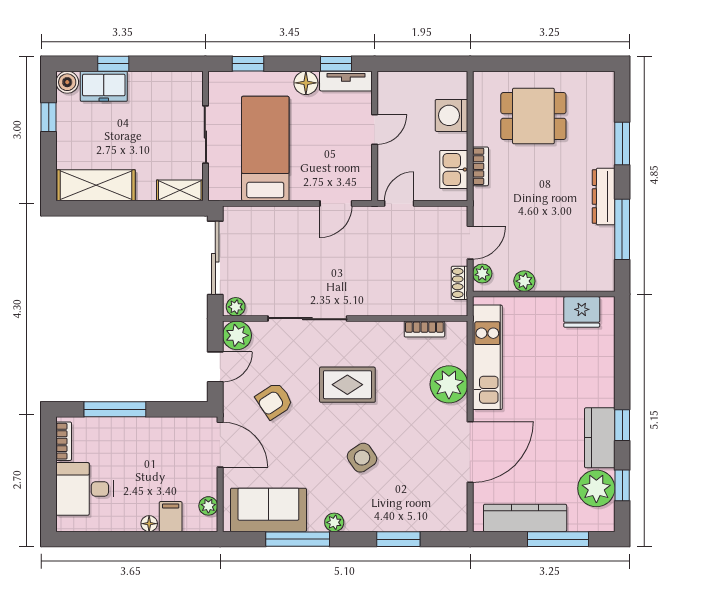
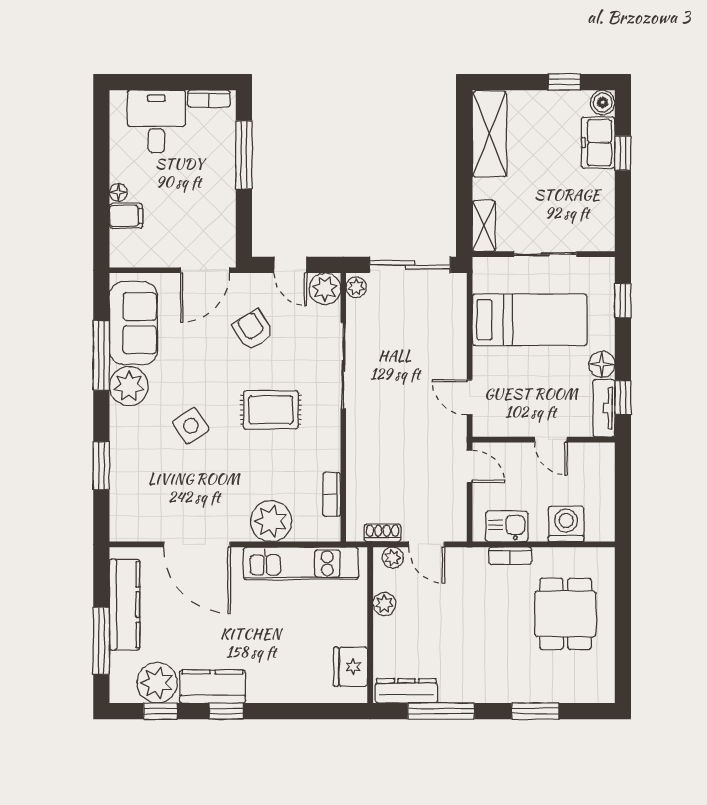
dresser: (604, 197) -> (406, 691), moved
rug: (347, 385) -> (271, 410), turned 90
plant: (208, 506) -> (138, 257), removed
plant: (334, 522) -> (129, 386), width x1.87, depth x1.87

